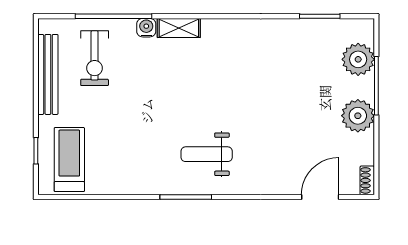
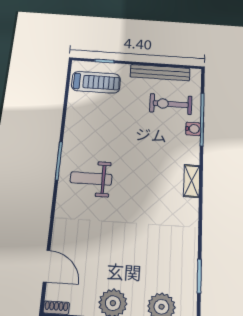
water cooler: (146, 28) -> (193, 129), moved
shelving: (179, 28) -> (192, 181), moved
weight bench: (207, 154) -> (91, 178), turned -90

